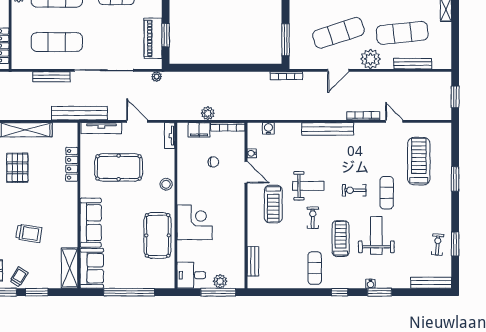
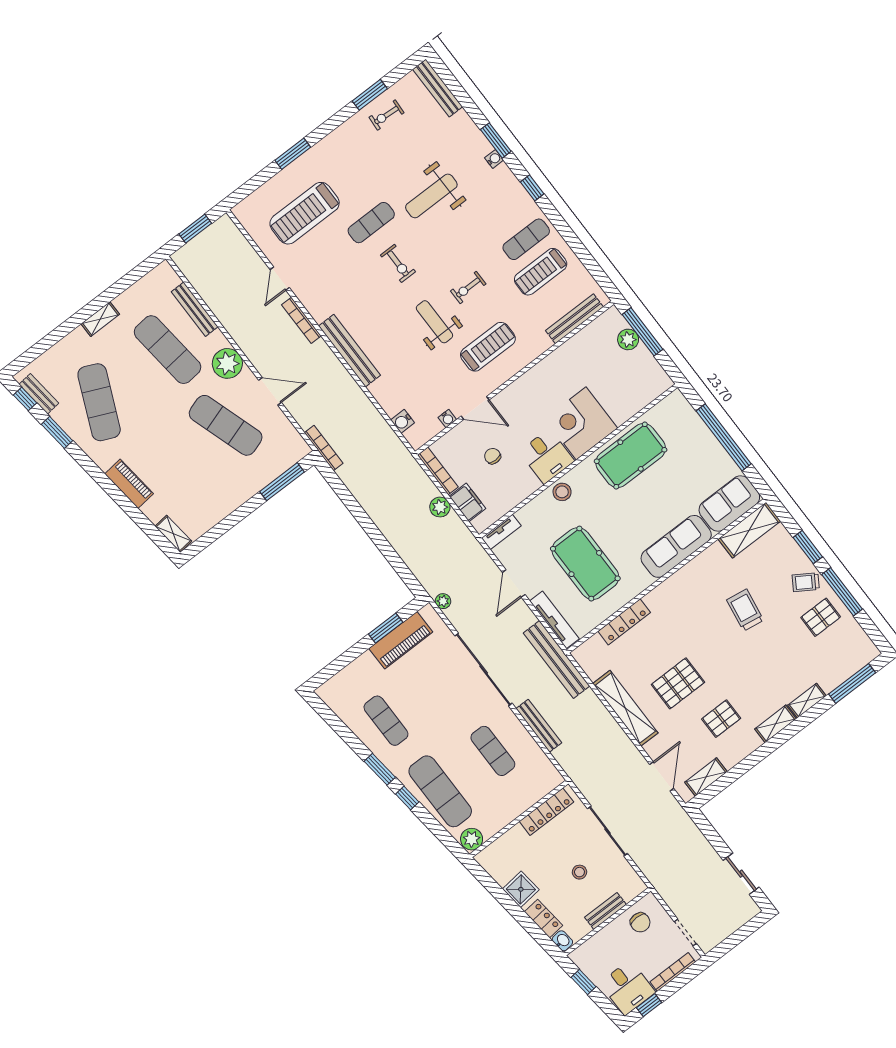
exercise mat: (57, 42) -> (493, 751), width x0.73, depth x0.69
door: (246, 172) -> (475, 408), swing flipped
treadmill: (341, 239) -> (541, 272), moved
bench: (253, 261) -> (574, 319), width x1.36
desk: (191, 275) -> (547, 456), moved

